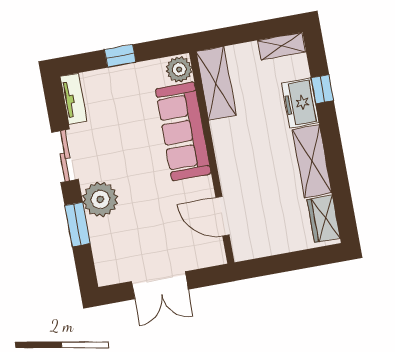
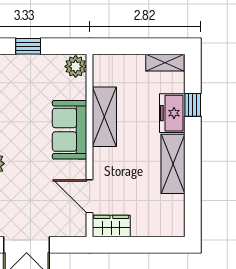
shelving: (216, 83) -> (104, 117), moved
sofa: (183, 131) -> (70, 130), width x0.73
wardrobe: (324, 219) -> (111, 226), moved, turned 90

